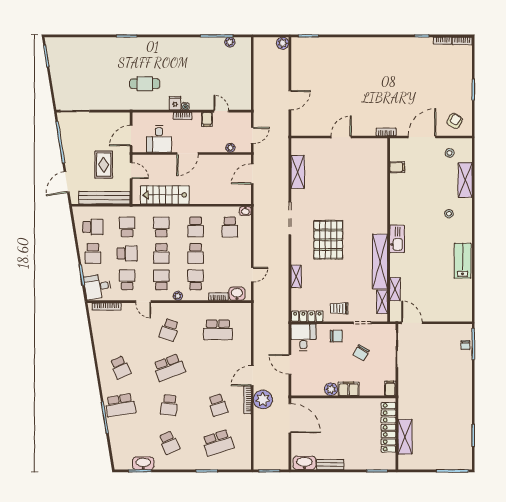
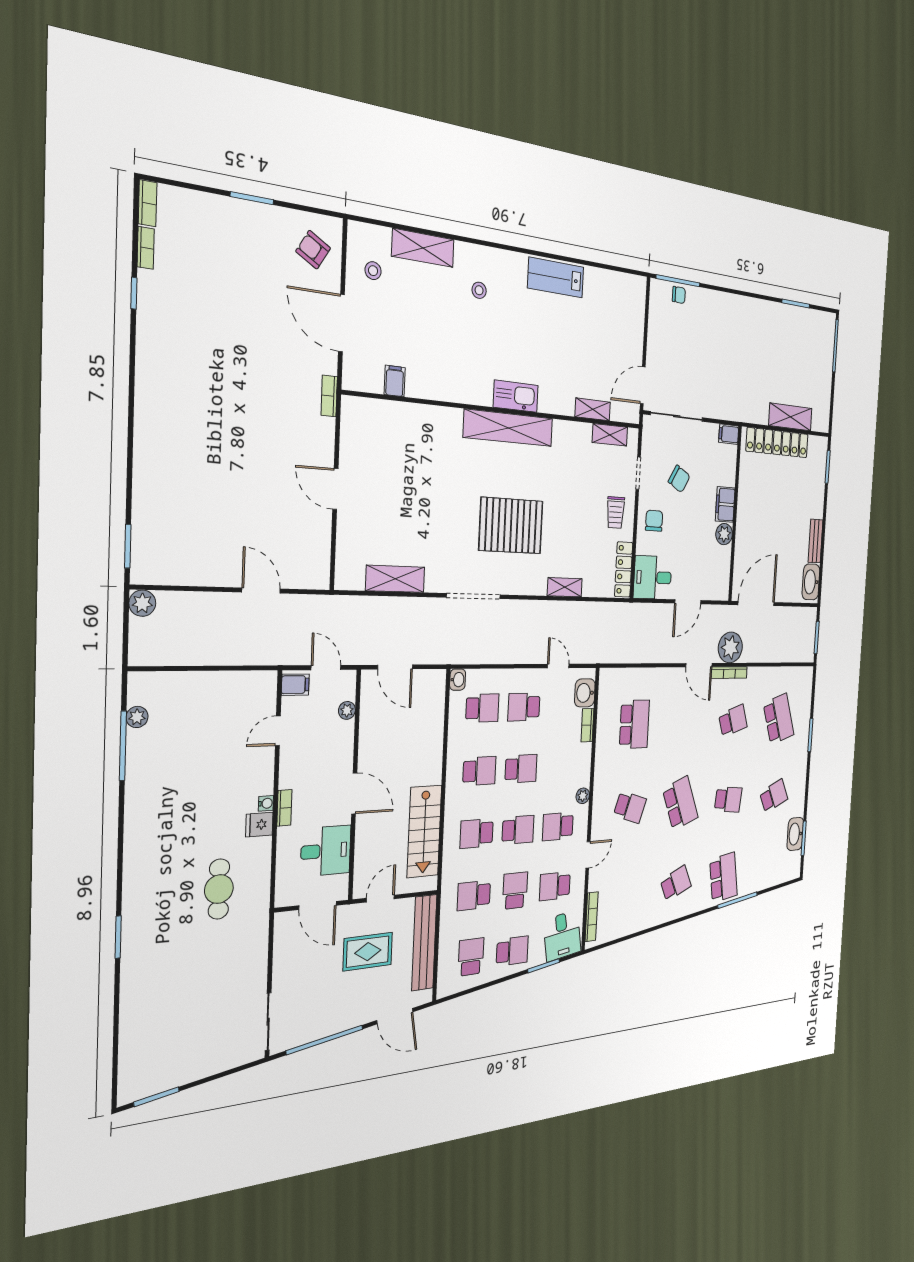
filing cabinet: (207, 119) -> (295, 685), moved
shelving: (380, 262) -> (508, 428), moved
school desk: (196, 280) -> (524, 707), moved

